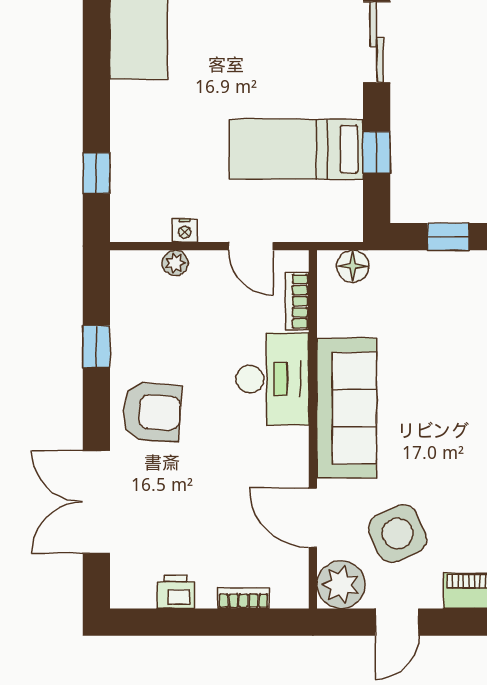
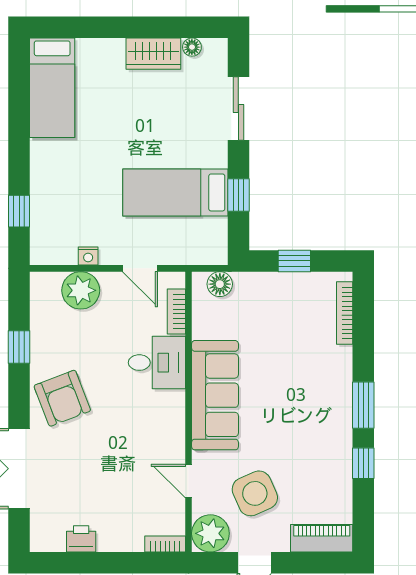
plant: (175, 263) -> (81, 290), width x1.88, depth x1.88
desk: (272, 379) -> (157, 363), width x0.73
armchair: (152, 412) -> (62, 398), turned 65
door: (313, 518) -> (189, 481), width x0.73
bookcase: (243, 598) -> (165, 544), moved

